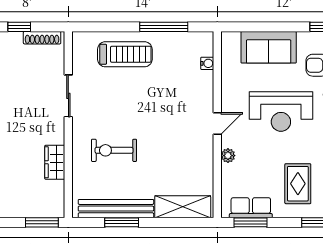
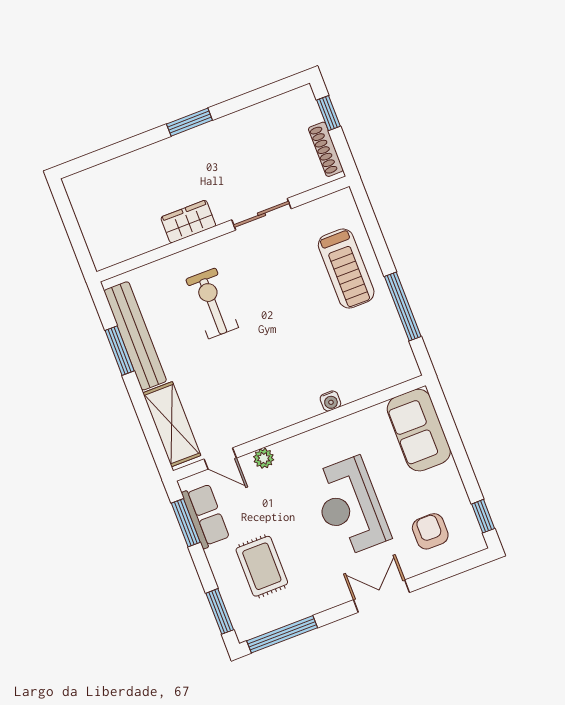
sofa: (269, 47) -> (419, 430), moved
water cooler: (207, 63) -> (330, 401), moved
door: (217, 123) -> (220, 459), moved
wardrobe: (55, 162) -> (188, 222), moved
rug: (298, 184) -> (262, 566), turned 90
window: (42, 222) -> (79, 244), removed

